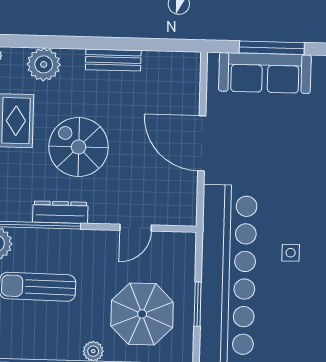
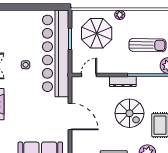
dresser: (60, 212) -> (123, 82), moved
door: (136, 228) -> (89, 75), moved

